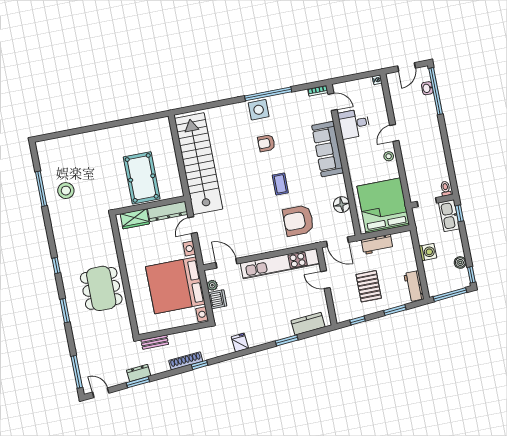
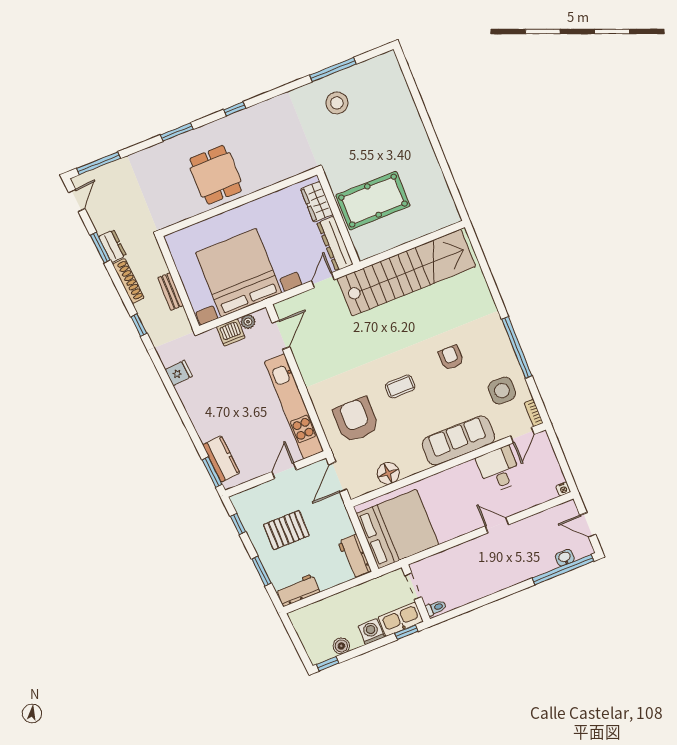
side table: (259, 110) -> (502, 391), moved
stool: (389, 156) -> (464, 524), removed
door: (193, 225) -> (323, 280), hinge flipped
workbench: (377, 244) -> (355, 556), moved
washing machine: (428, 252) -> (371, 632), moved, turned 180
dining table: (101, 288) -> (216, 175), width x0.73
window: (450, 295) -> (296, 640), removed
window: (287, 340) -> (212, 472), moved
bench: (155, 342) -> (171, 292), moved
shoe rack: (186, 361) -> (128, 281), moved

